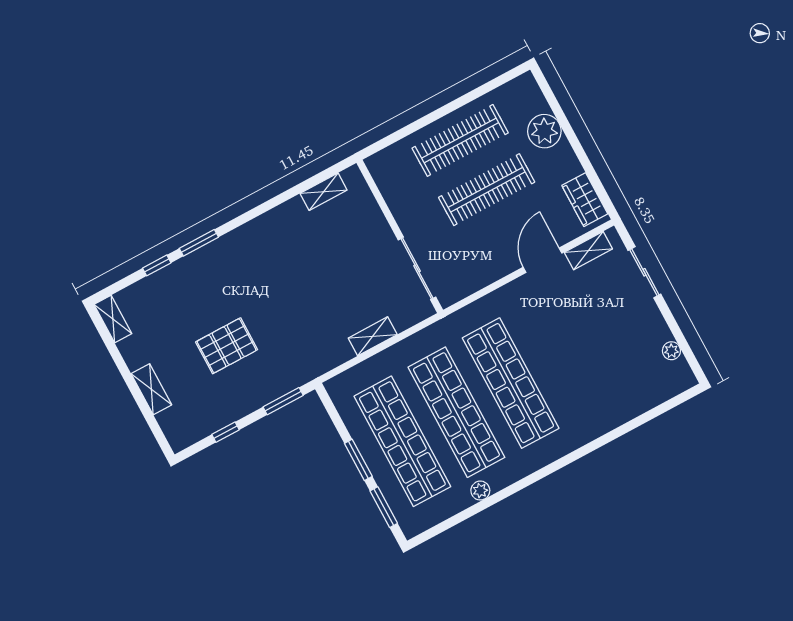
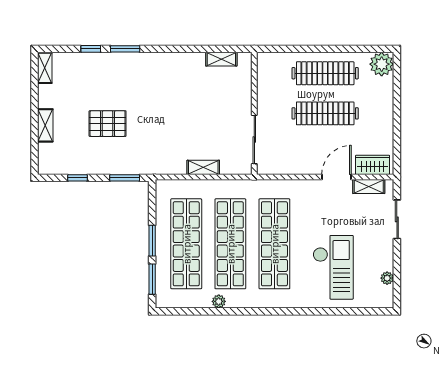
plant: (544, 131) -> (382, 64), moved
wardrobe: (585, 200) -> (373, 165), moved, turned 90
checkout: (598, 373) -> (333, 267), added

